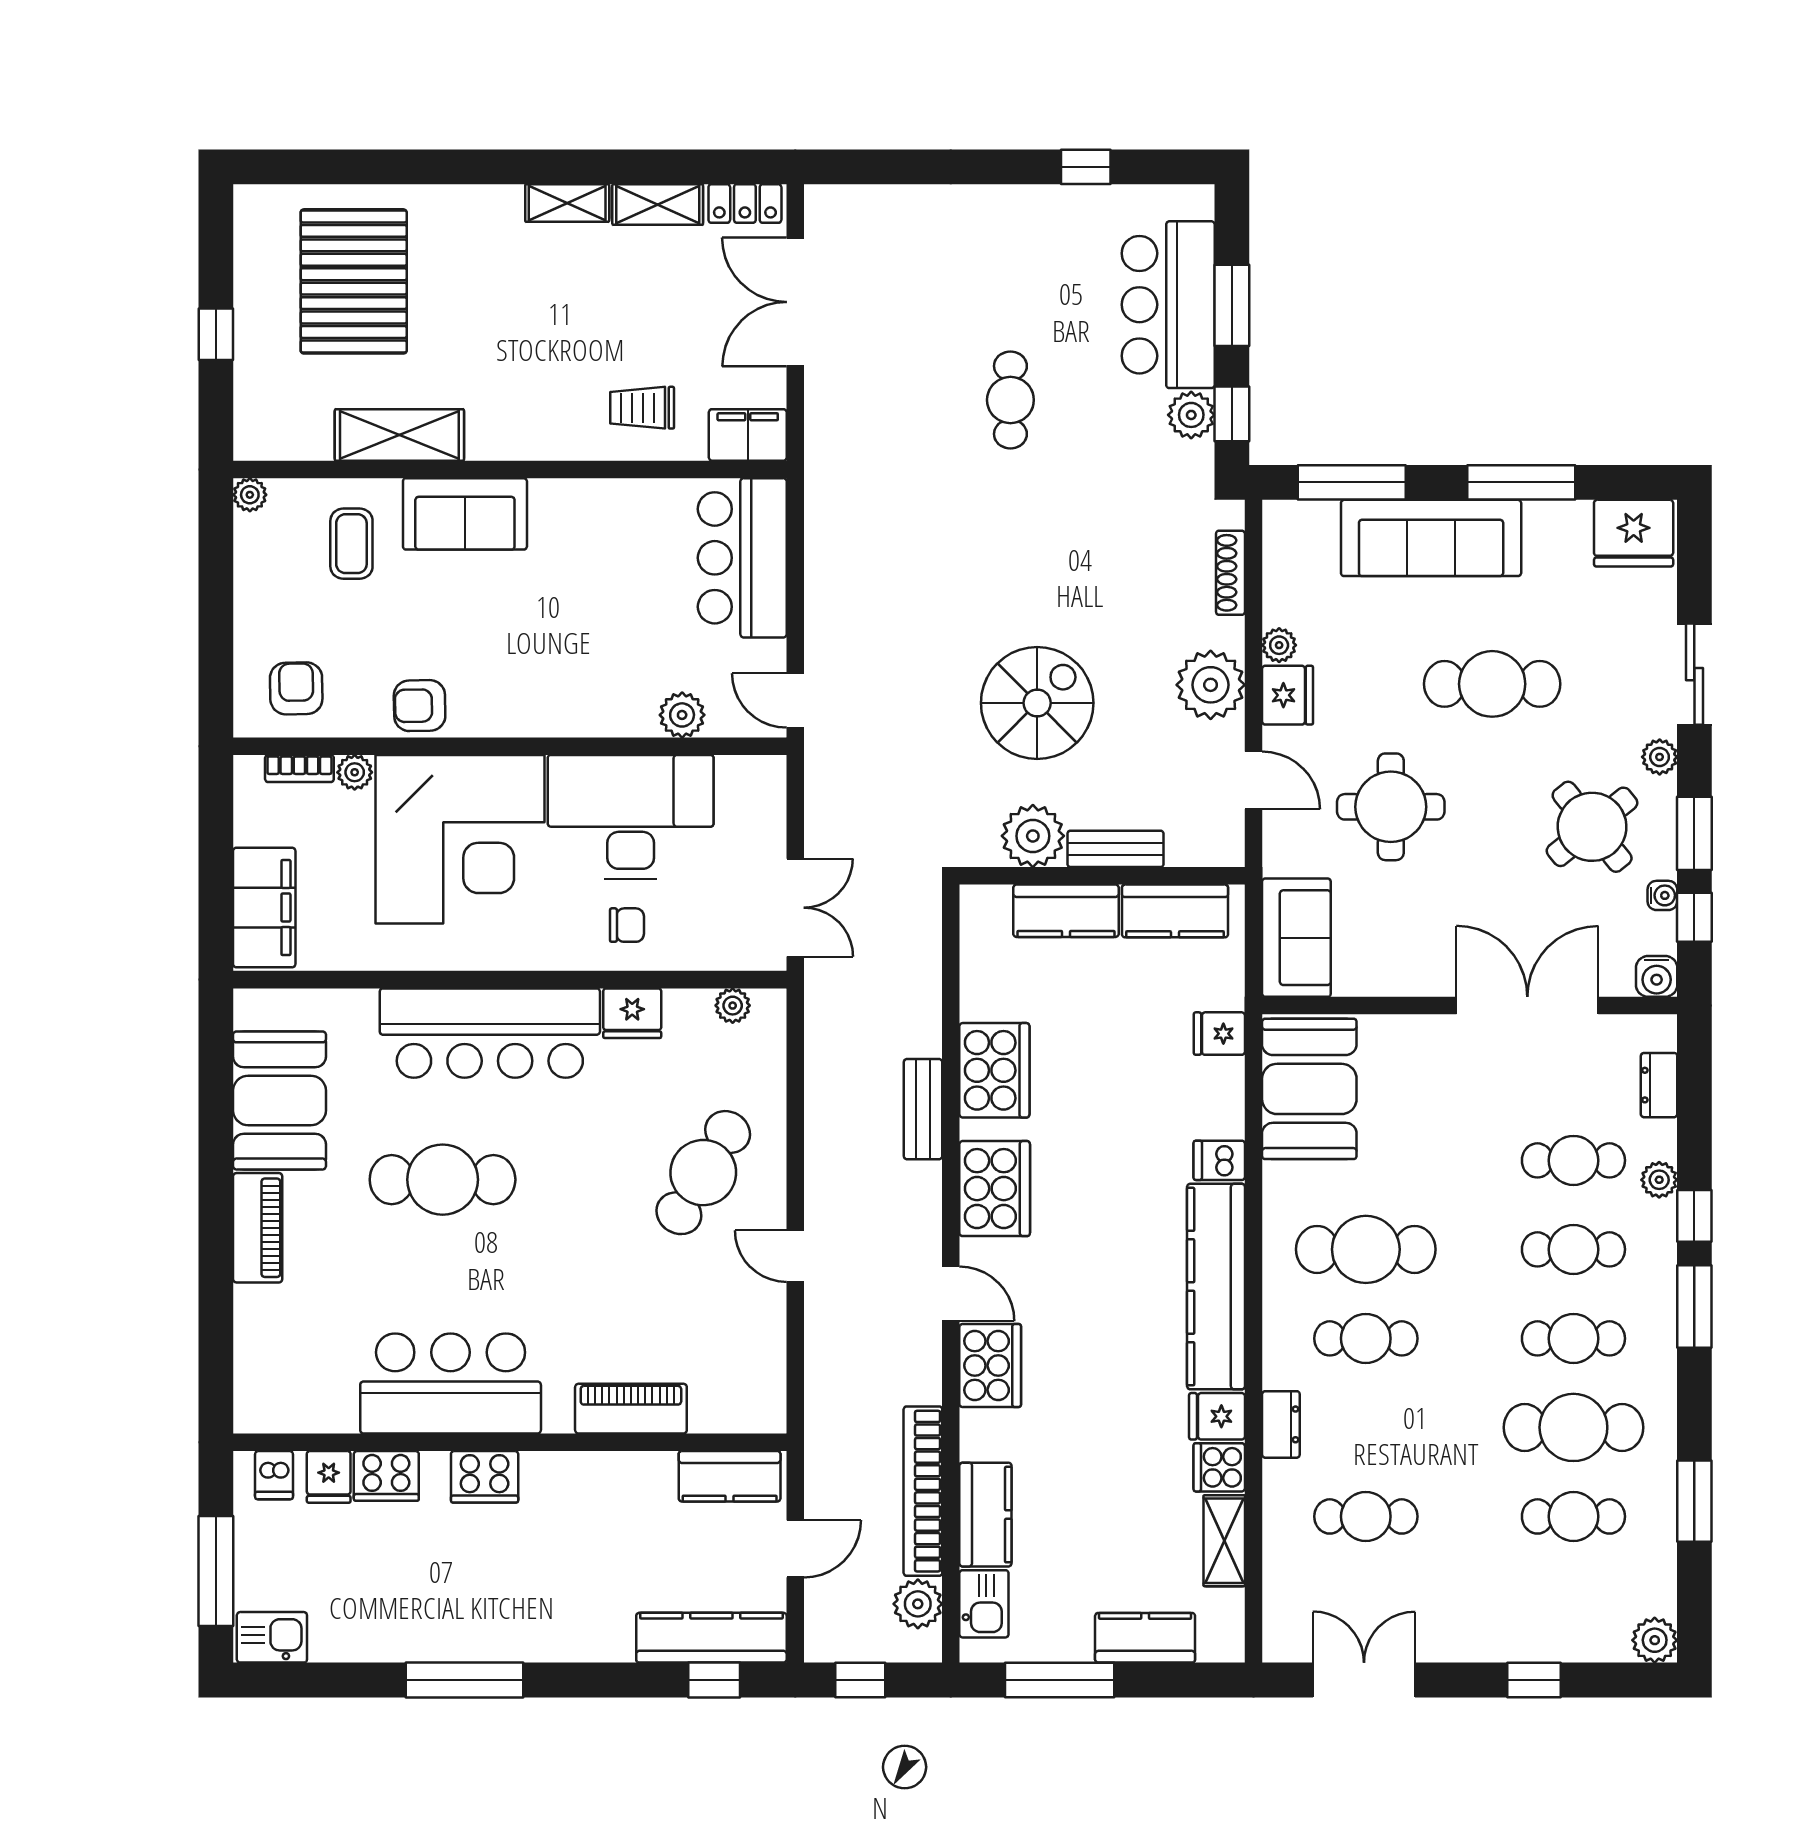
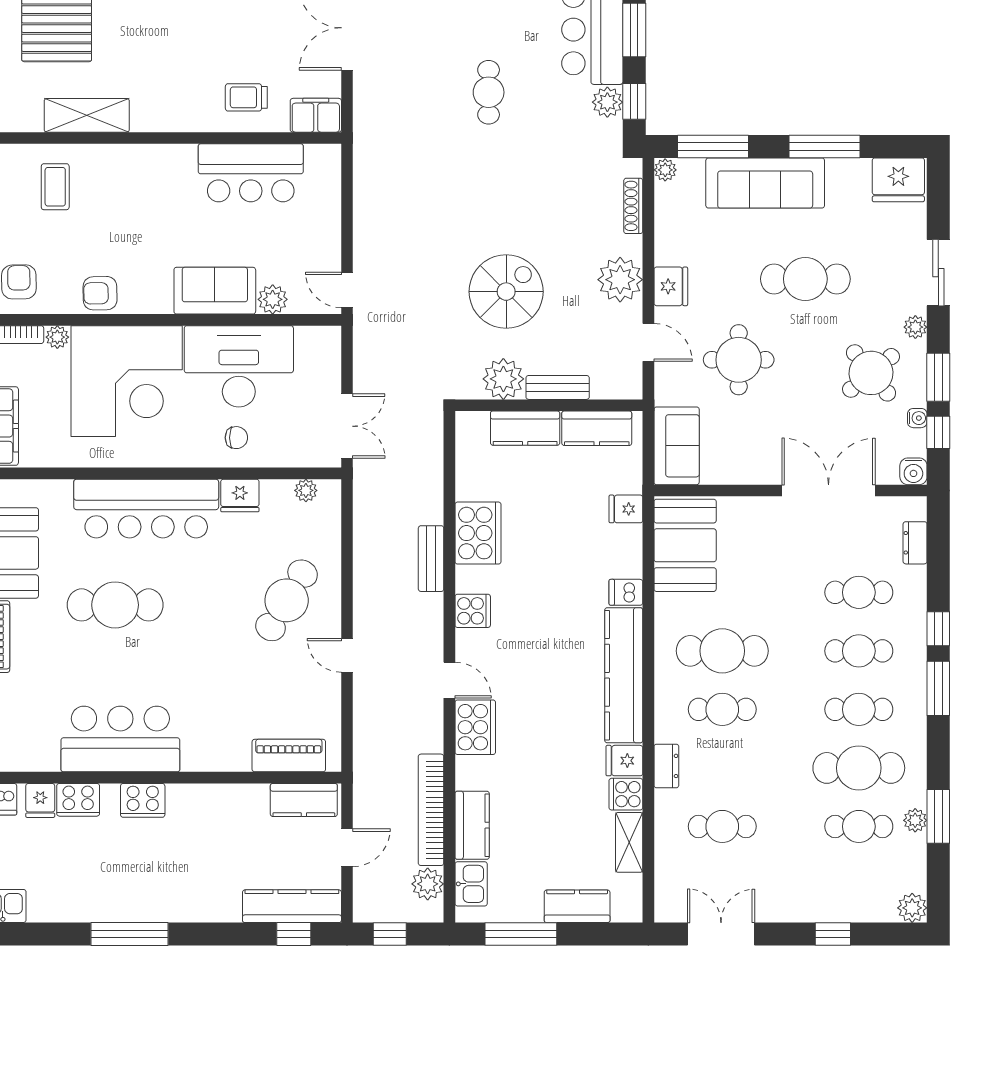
sofa: (465, 514) -> (215, 291), moved, turned 180
bar counter: (742, 558) -> (251, 173), moved, turned -90
plant: (1279, 645) -> (665, 170), moved
plant: (1659, 1180) -> (915, 820), moved
cooker: (995, 1189) -> (473, 611), width x0.53, depth x0.76
piano: (631, 1409) -> (289, 756), moved

